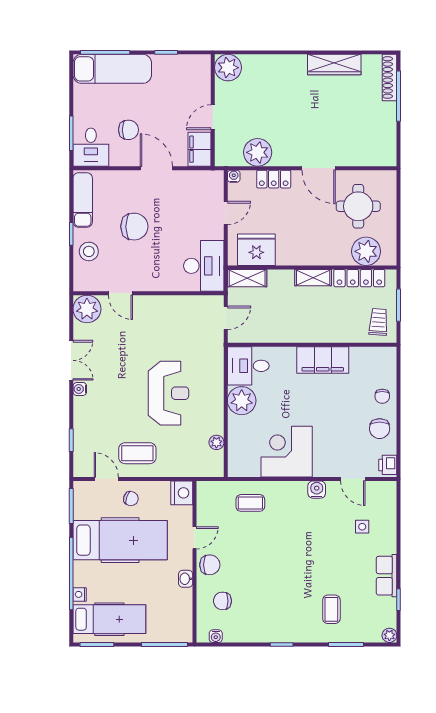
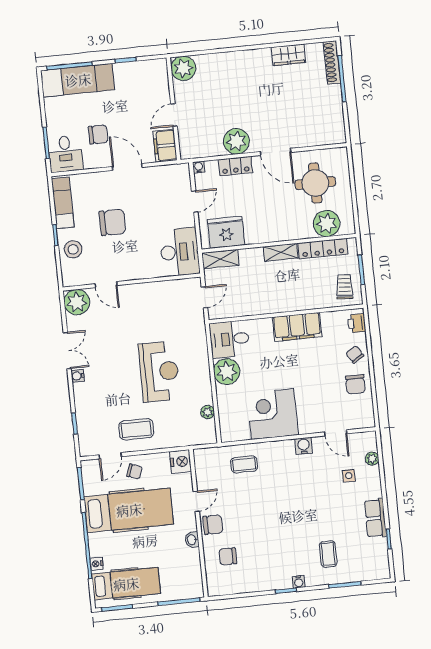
wardrobe: (334, 65) -> (288, 55), width x0.67
plant: (258, 152) -> (236, 141), moved
chair: (382, 396) -> (355, 355), turned 148
printer: (388, 465) -> (357, 323), moved
door: (106, 479) -> (110, 456), swing flipped
plant: (389, 635) -> (372, 459), moved
water cooler: (216, 636) -> (299, 582), moved

